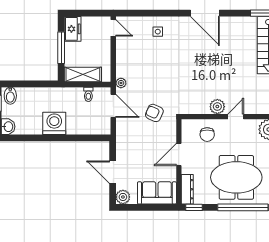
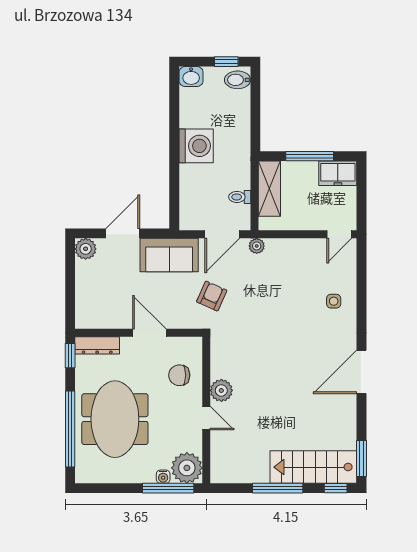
sofa: (157, 193) -> (169, 255), moved, turned 90

